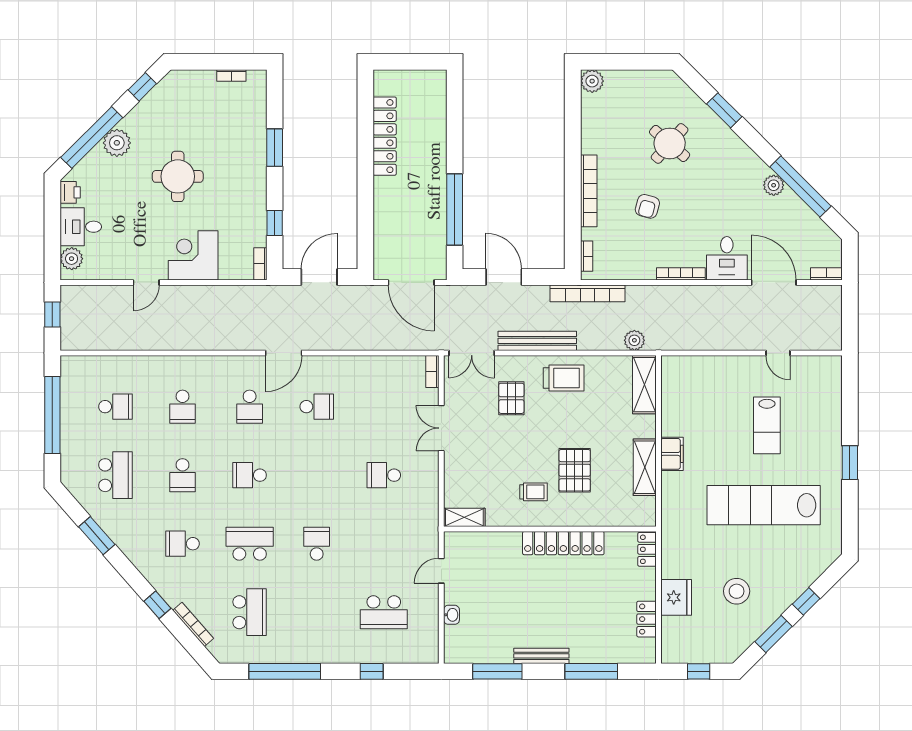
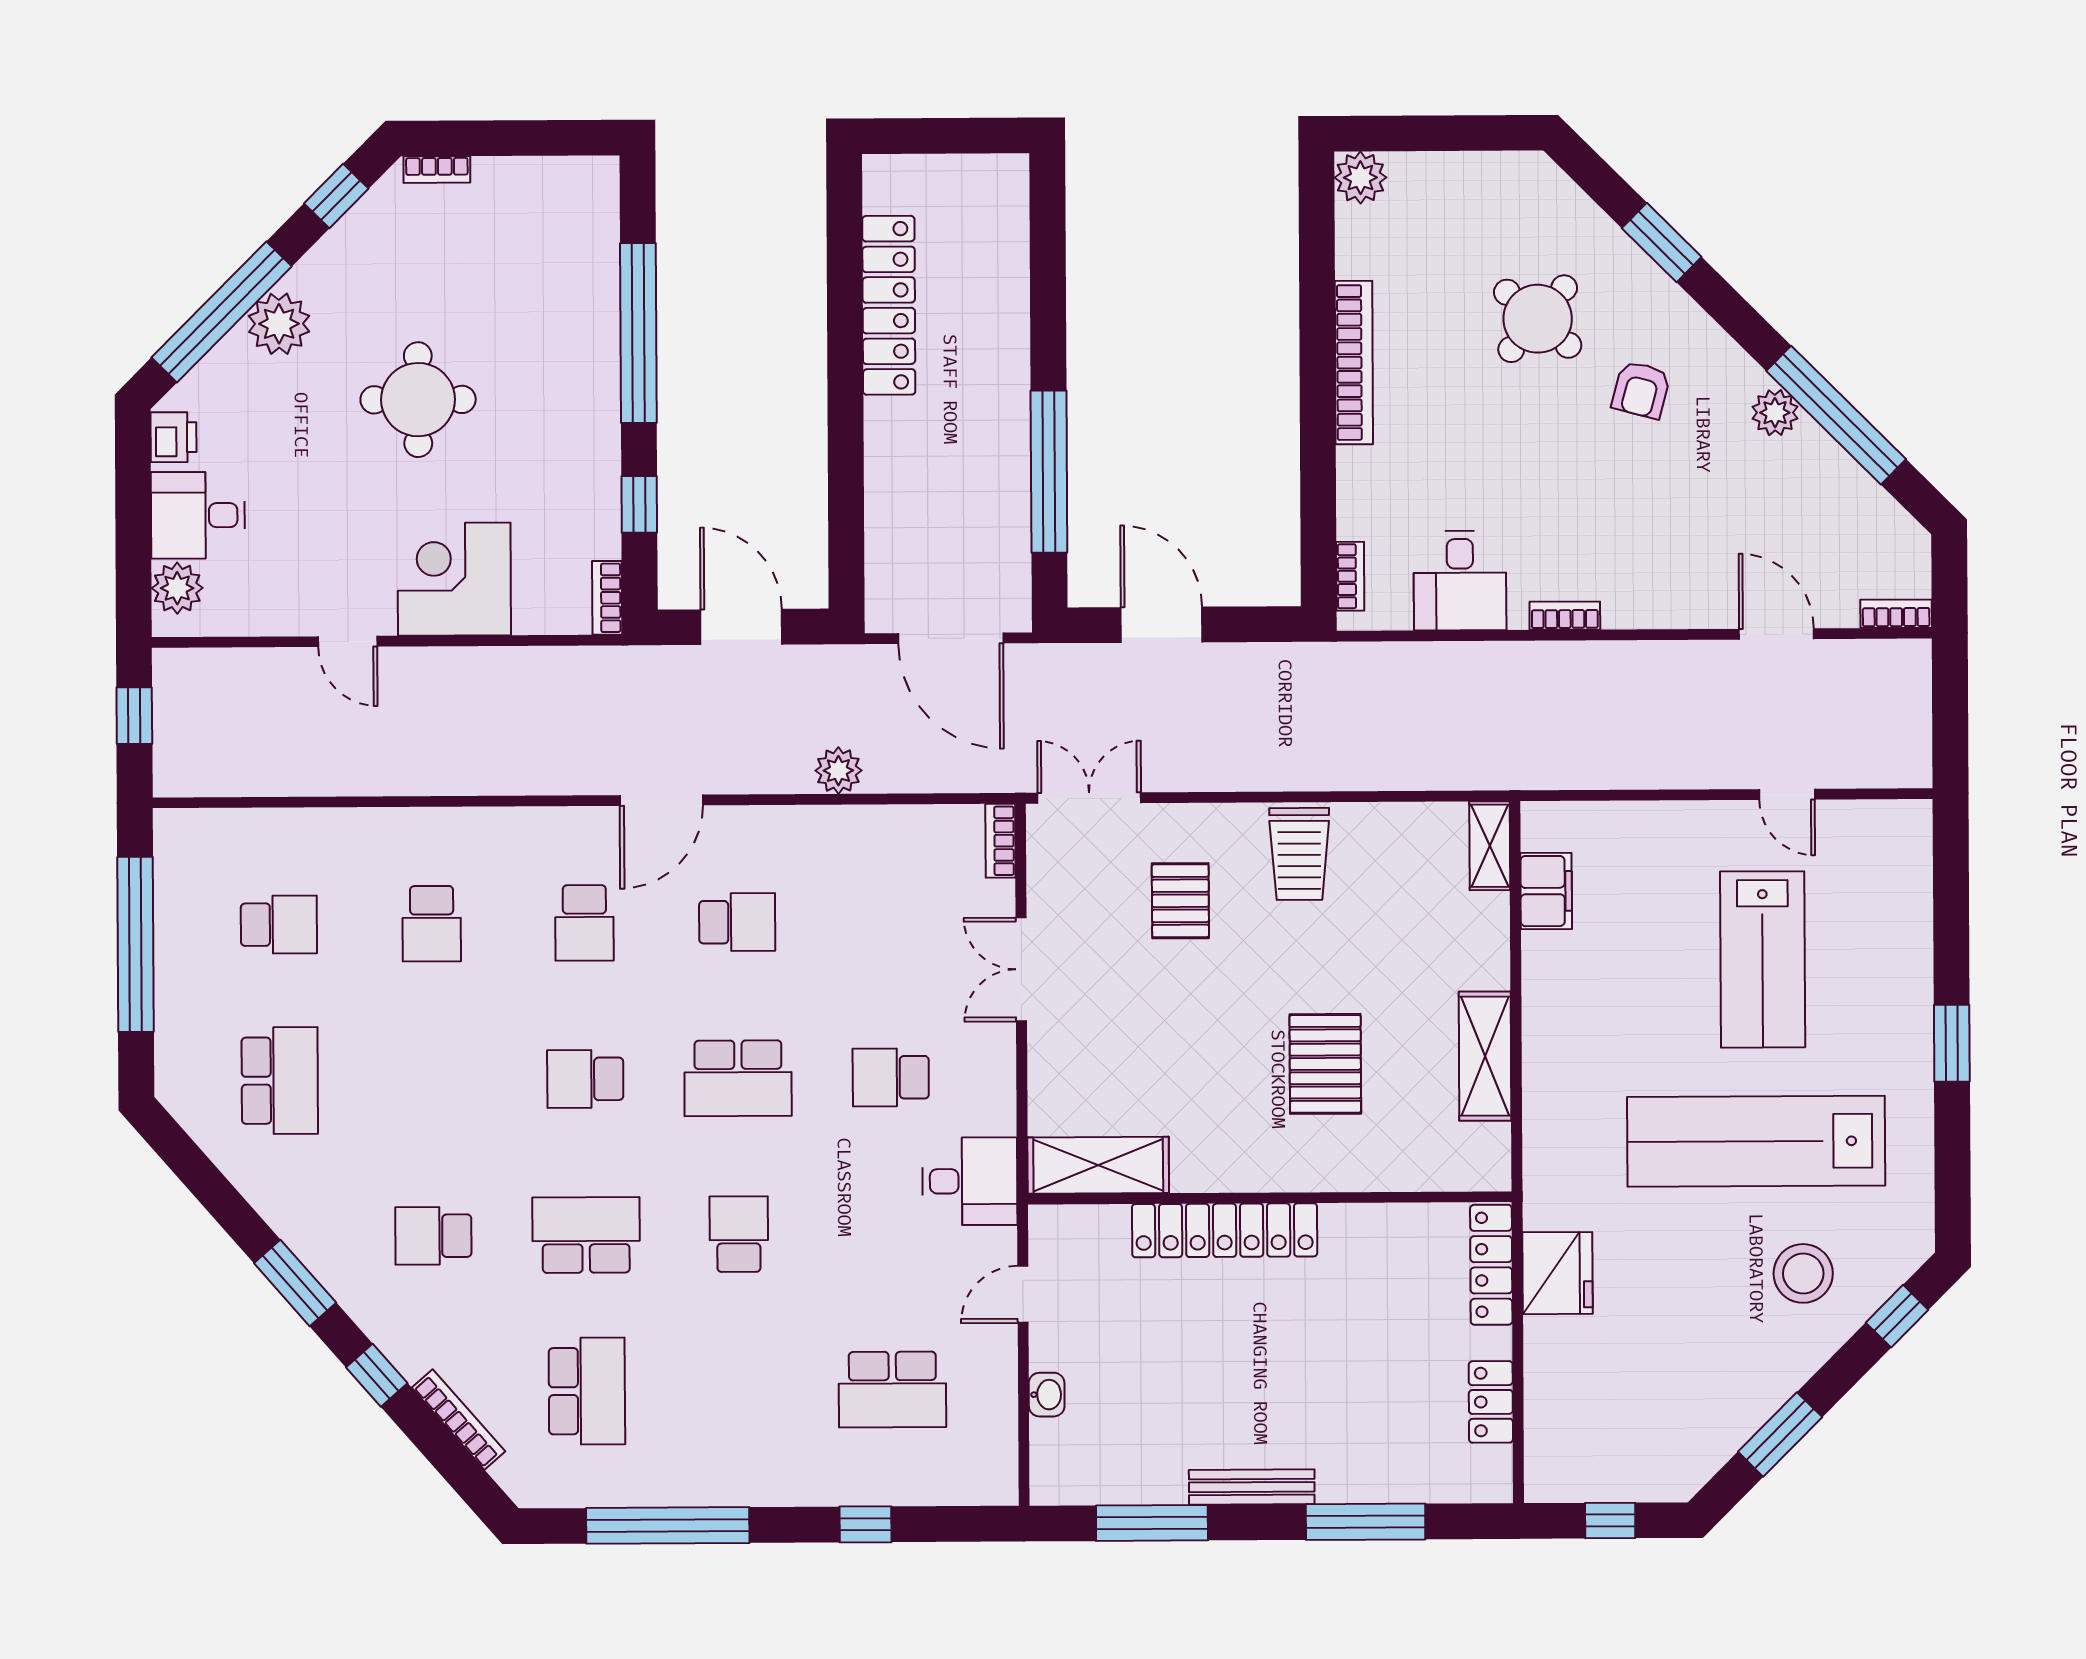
bookcase: (231, 75) -> (437, 170), moved
window: (275, 148) -> (638, 333), width x2.11
bookcase: (589, 191) -> (1354, 363), moved
armchair: (647, 206) -> (1641, 390), moved
desk: (727, 258) -> (1460, 581), moved
bookcase: (681, 274) -> (1565, 616), width x0.64
door: (319, 277) -> (741, 627), hinge flipped
door: (146, 282) -> (348, 641), hinge flipped
door: (774, 282) -> (1776, 634), width x0.73
bookcase: (588, 293) -> (1353, 661), removed
plant: (634, 340) -> (838, 771), moved
bench: (537, 341) -> (1239, 770), removed
double door: (472, 353) -> (1089, 798), swing flipped
trolley: (564, 378) -> (1299, 854), turned 90
shelving: (644, 385) -> (1490, 846), width x0.67, depth x0.75
lab bench: (767, 425) -> (1763, 959), width x1.36, depth x1.39
filing cabinet: (672, 454) -> (1546, 891), moved
school desk: (183, 475) -> (738, 1078), moved, width x1.85
trolley: (534, 492) -> (1232, 1114), removed
shelving: (464, 517) -> (1098, 1165), width x1.50, depth x1.33
desk: (418, 521) -> (970, 1181), added
window: (97, 536) -> (295, 1283), moved
locker: (563, 543) -> (1225, 1230), moved
locker: (647, 549) -> (1491, 1265), width x1.53
stool: (737, 591) -> (1803, 1273), moved
fridge: (676, 597) -> (1558, 1273), moved
window: (806, 601) -> (1897, 1316), moved

